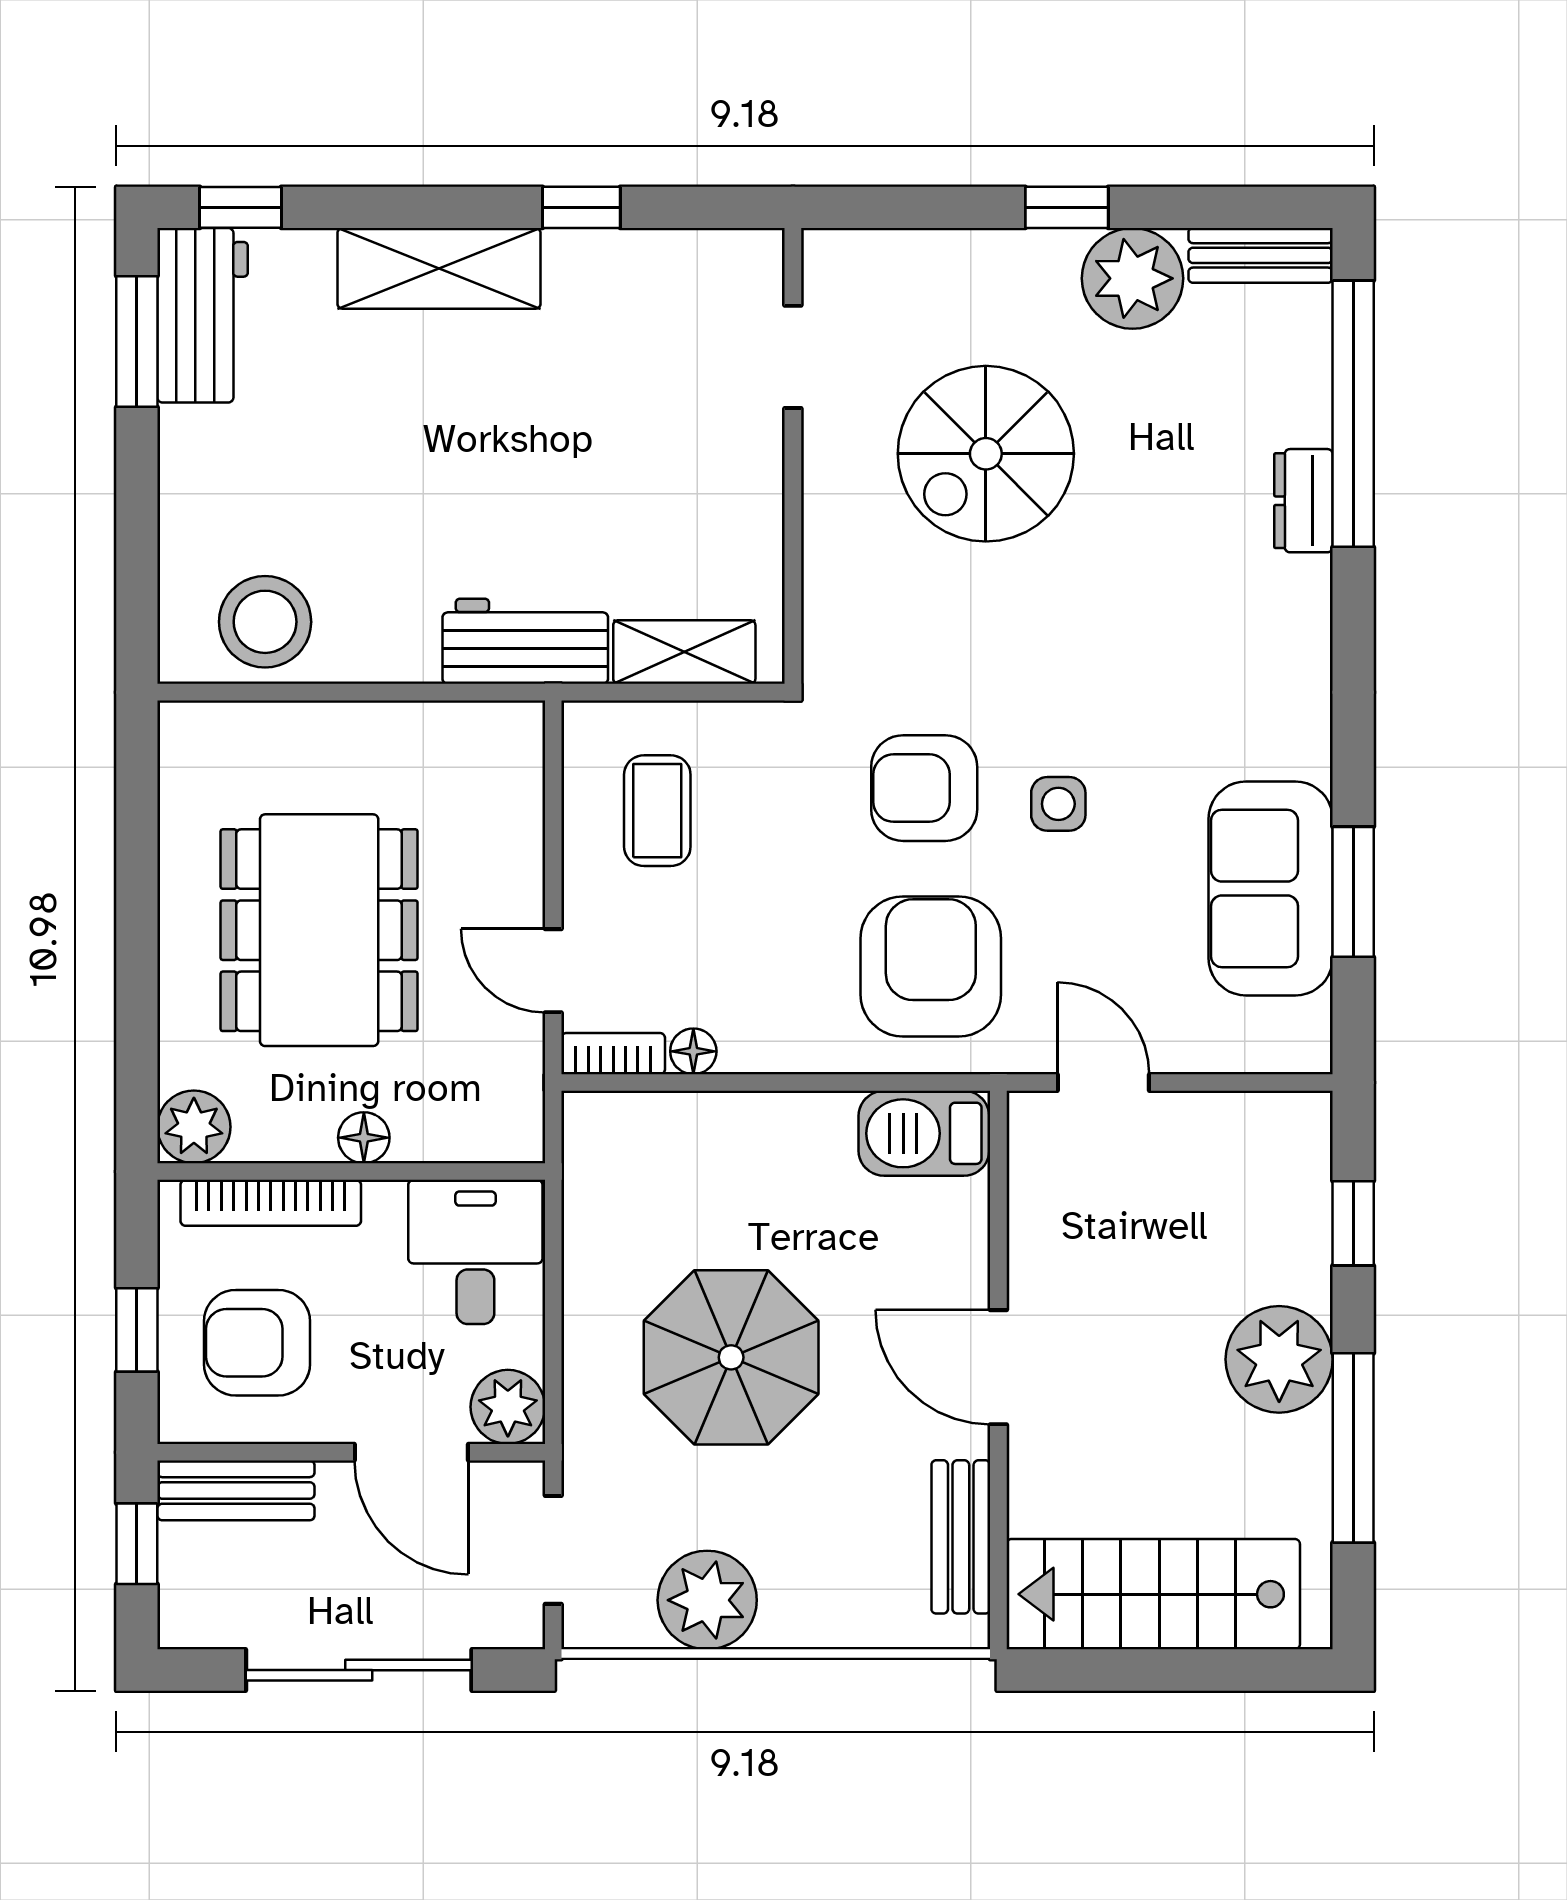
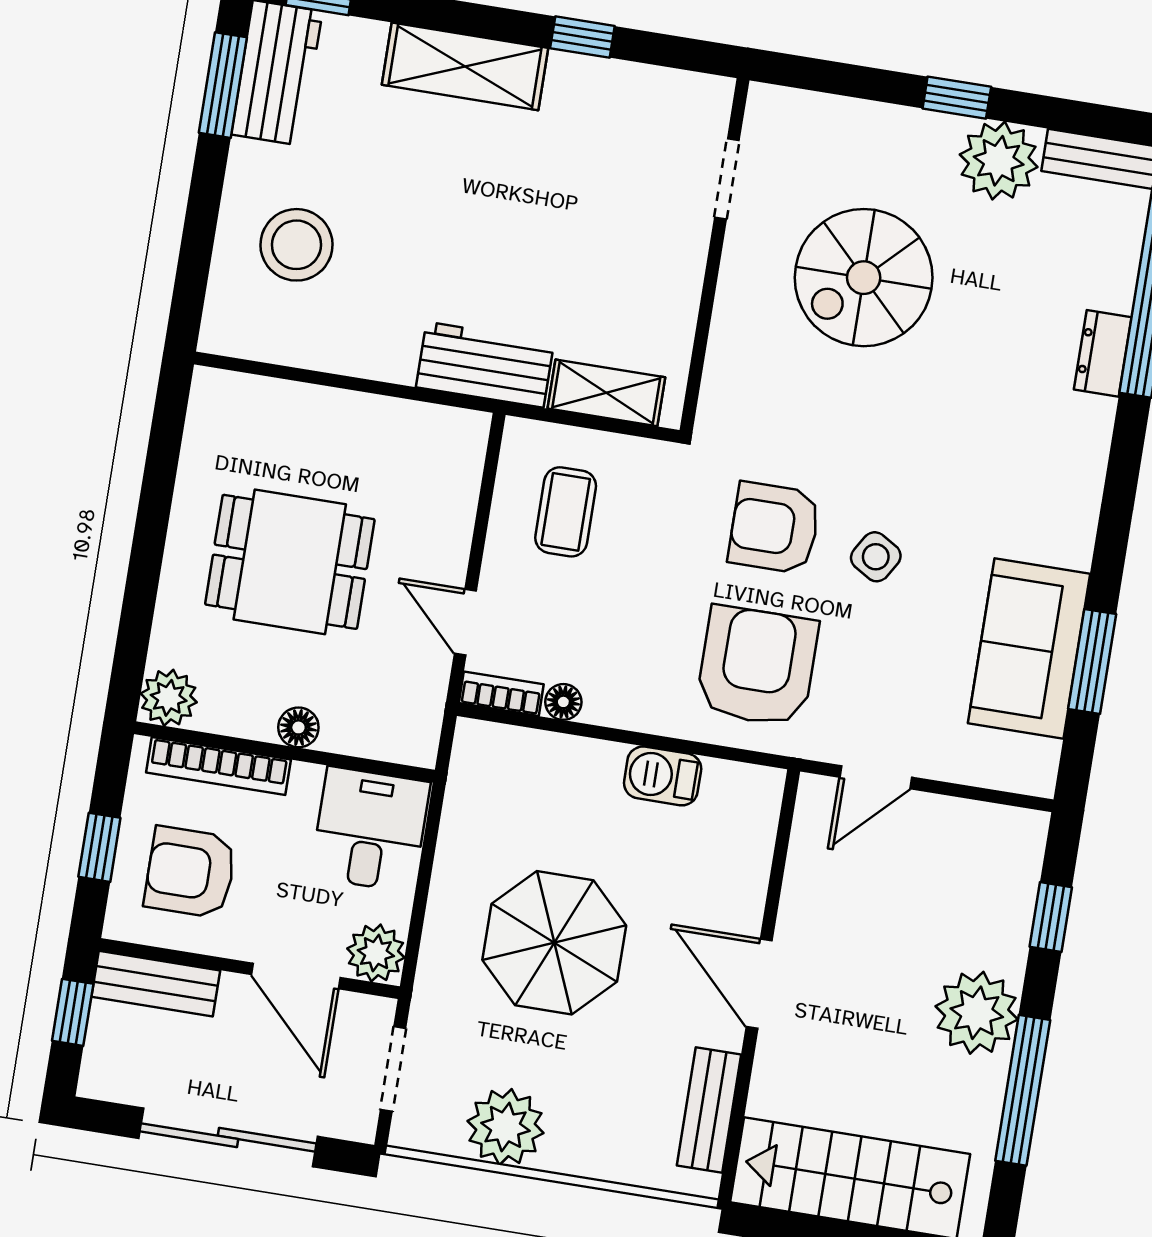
stool: (265, 622) -> (296, 245), moved
side table: (1058, 804) -> (876, 557), turned 31
dining table: (319, 930) -> (290, 562), width x0.73
door: (1103, 1082) -> (876, 777), swing flipped
barbecue: (924, 1133) -> (663, 776), moved, width x0.73, depth x0.79

